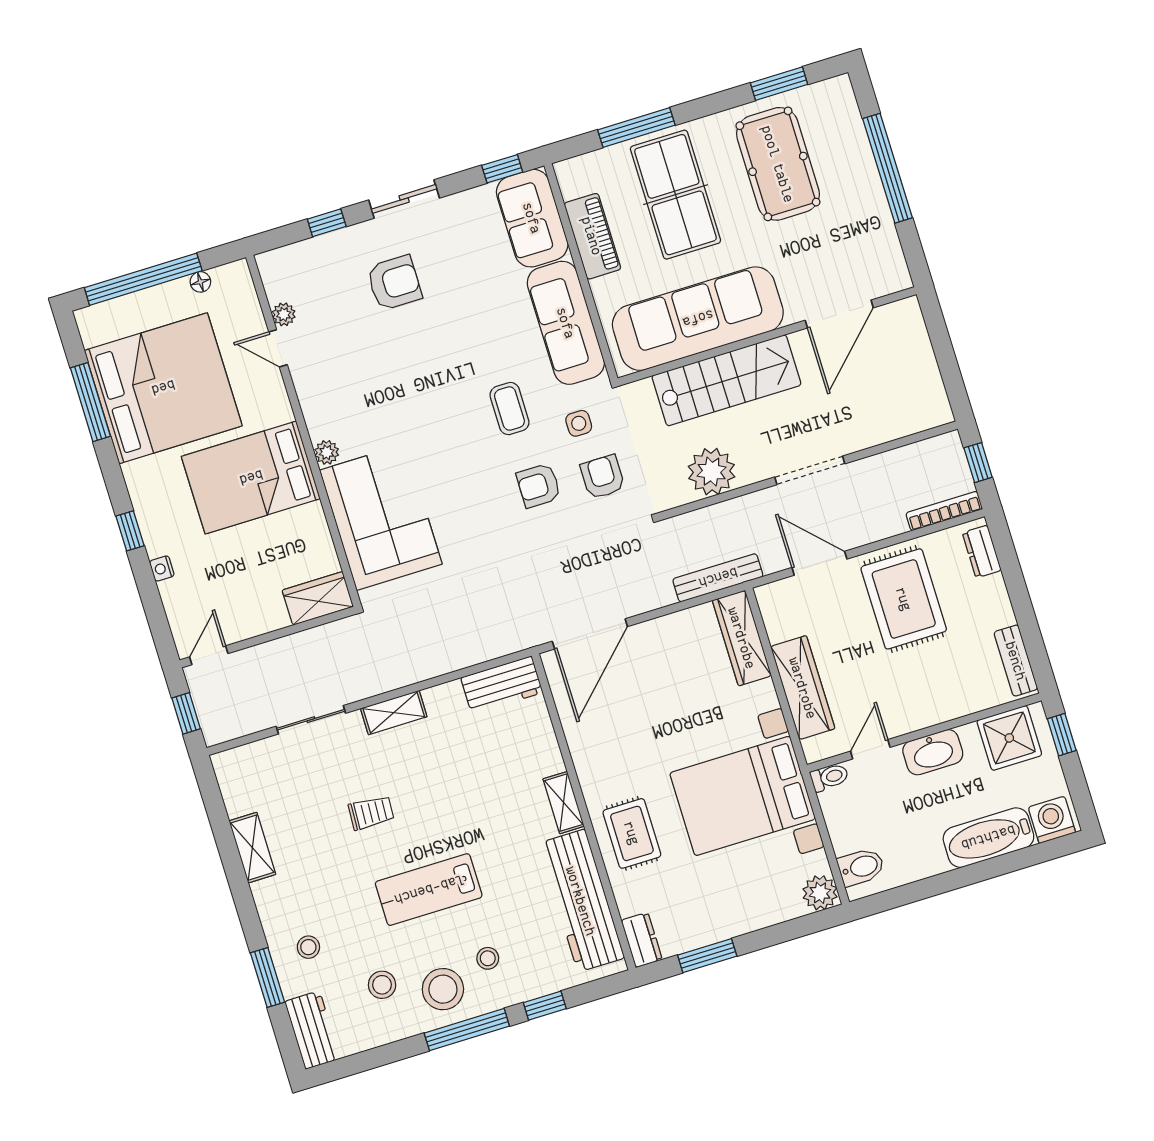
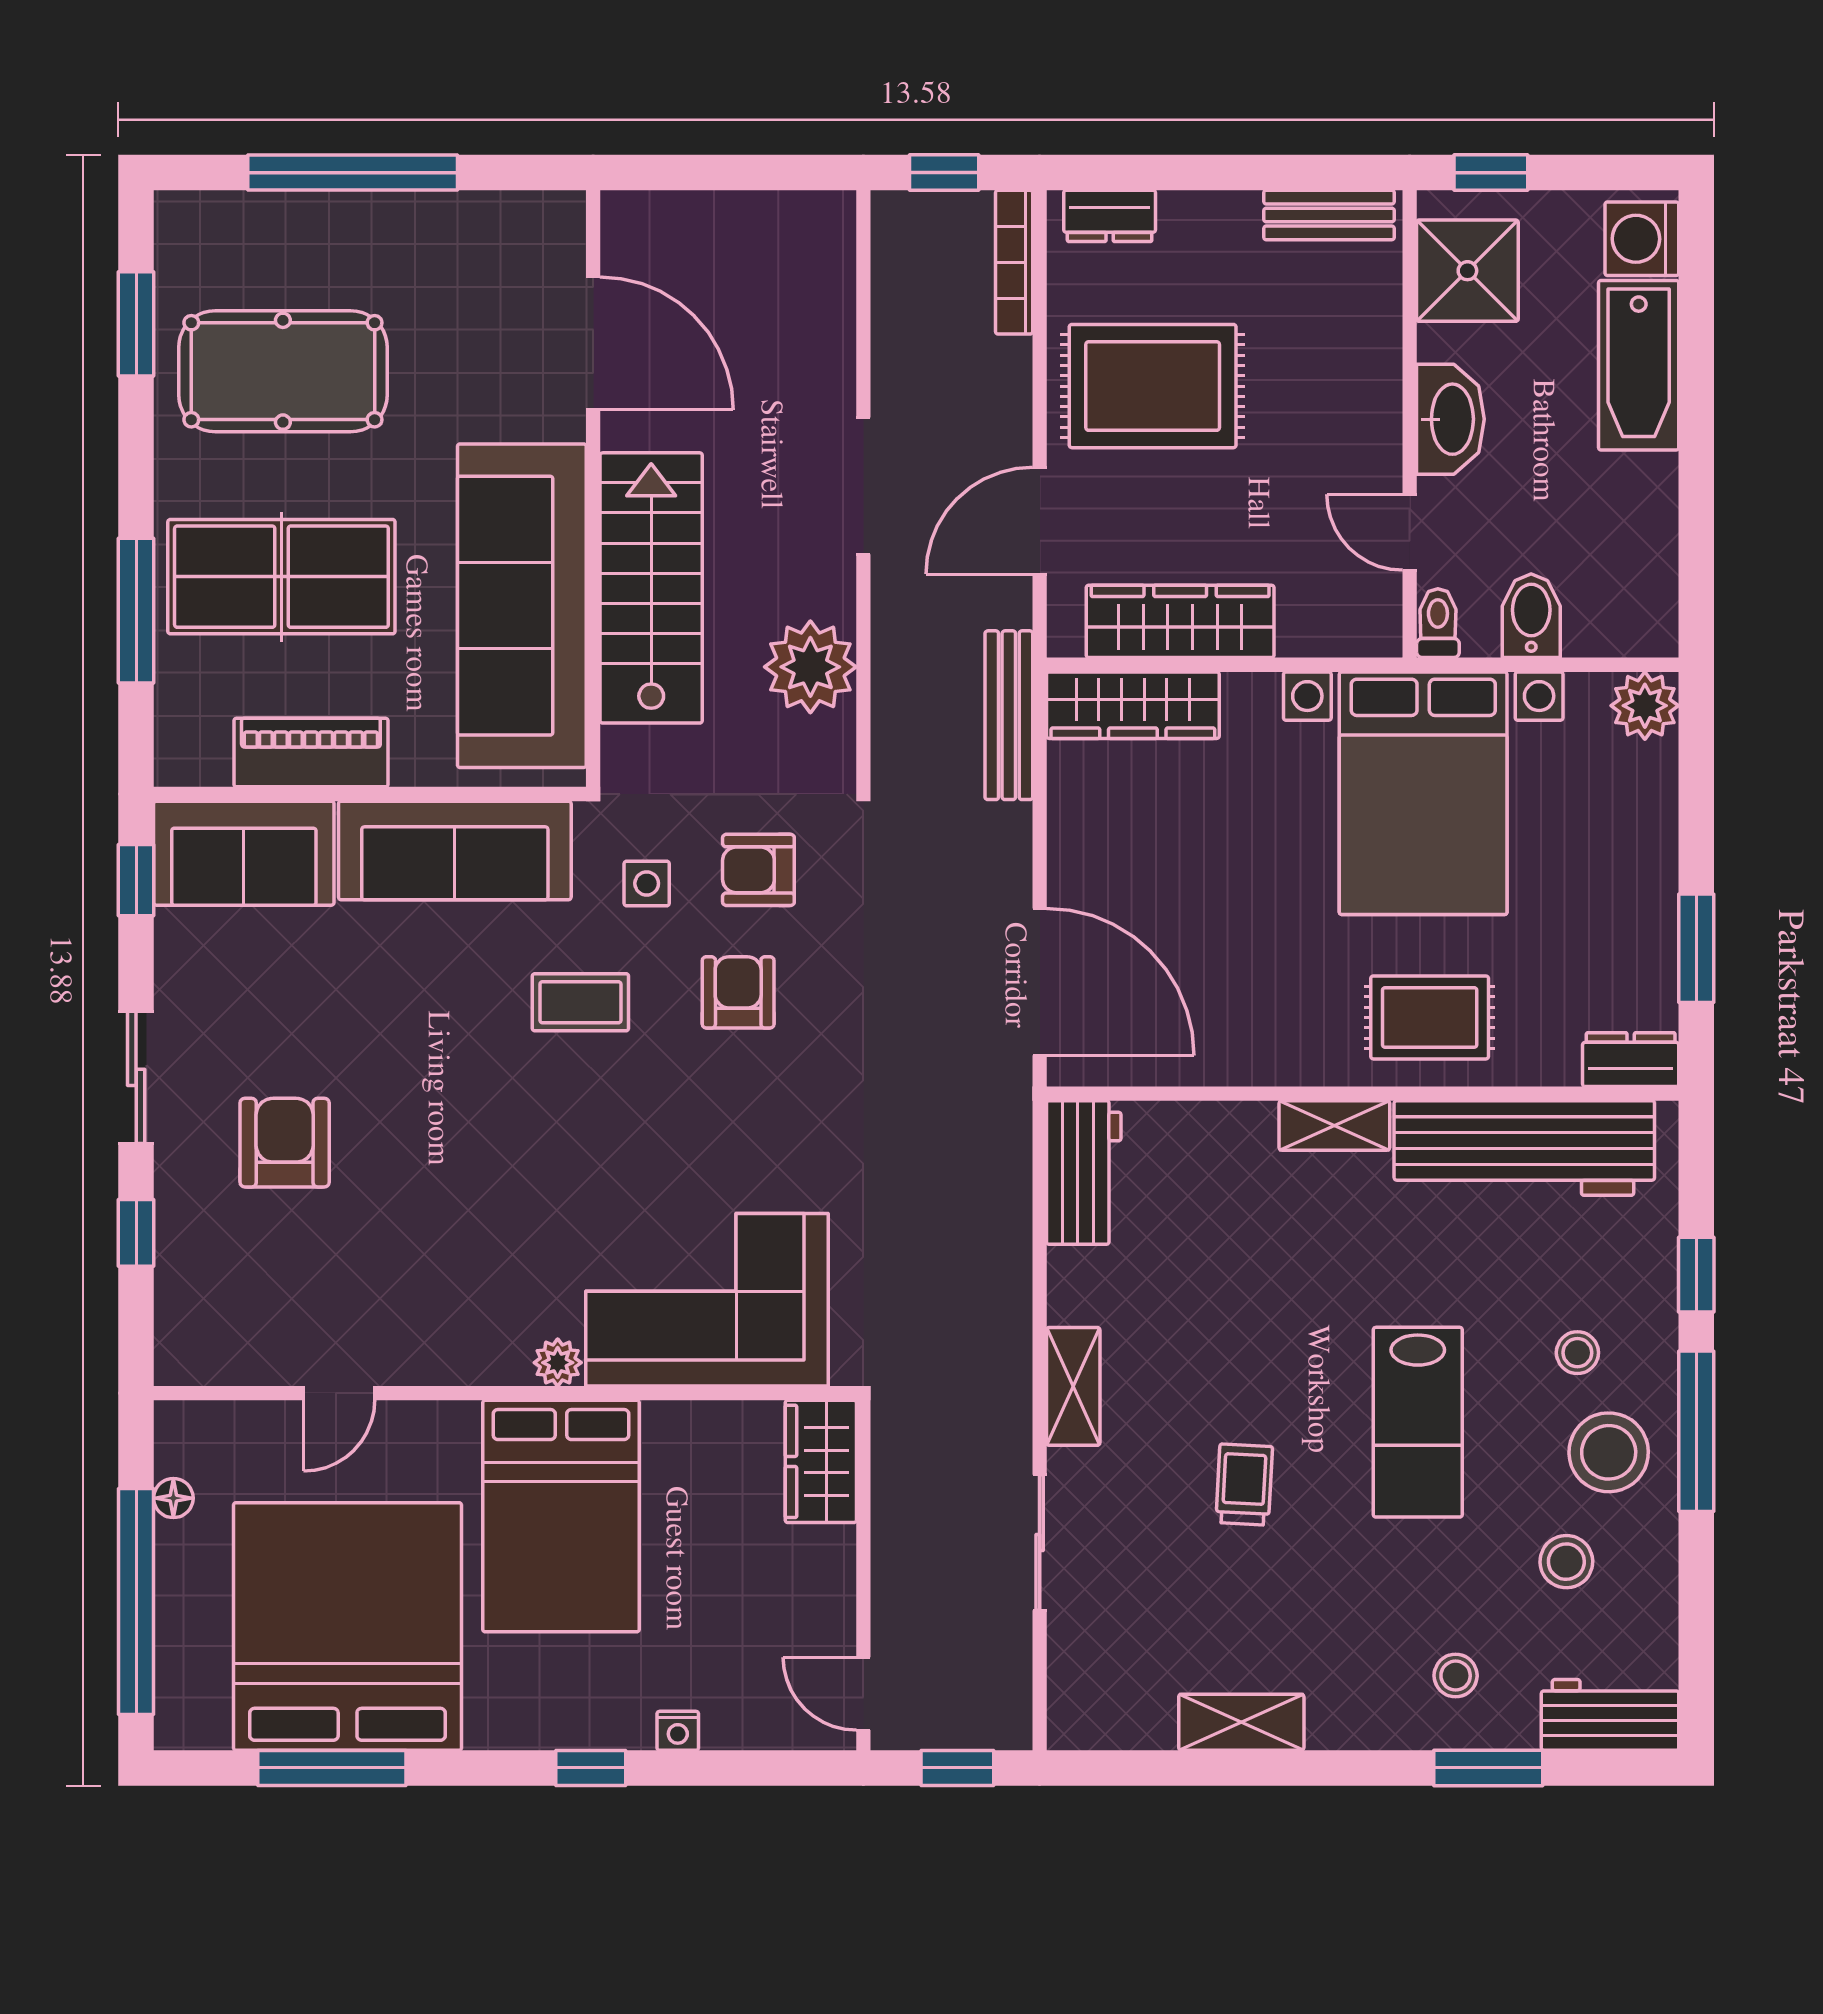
plant: (284, 314) -> (280, 1364), removed
armchair: (539, 486) -> (738, 992), turned 180
wardrobe: (803, 688) -> (1180, 621), moved
bidet: (861, 867) -> (1531, 616), moved

